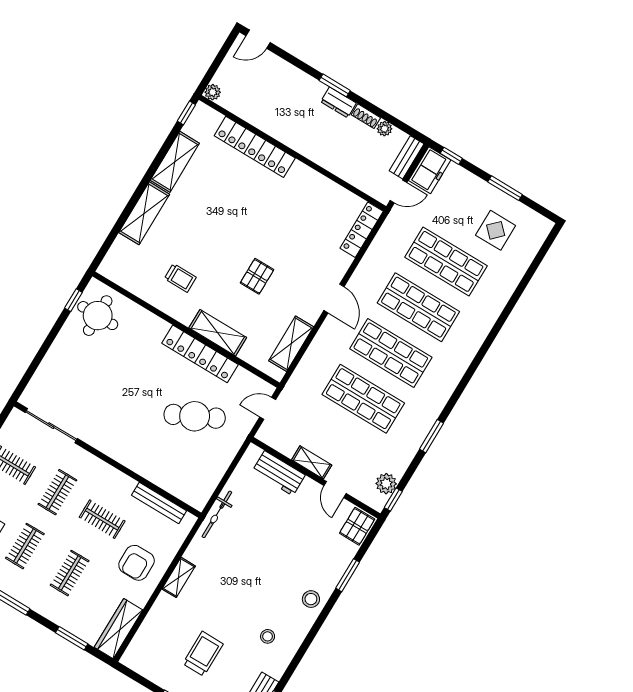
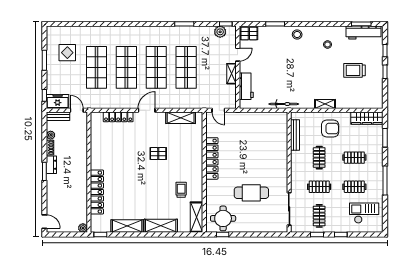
locker: (362, 230) -> (118, 117), moved
shelving: (218, 333) -> (197, 217), moved
cafe table: (195, 416) -> (251, 193), moved, turned -64

